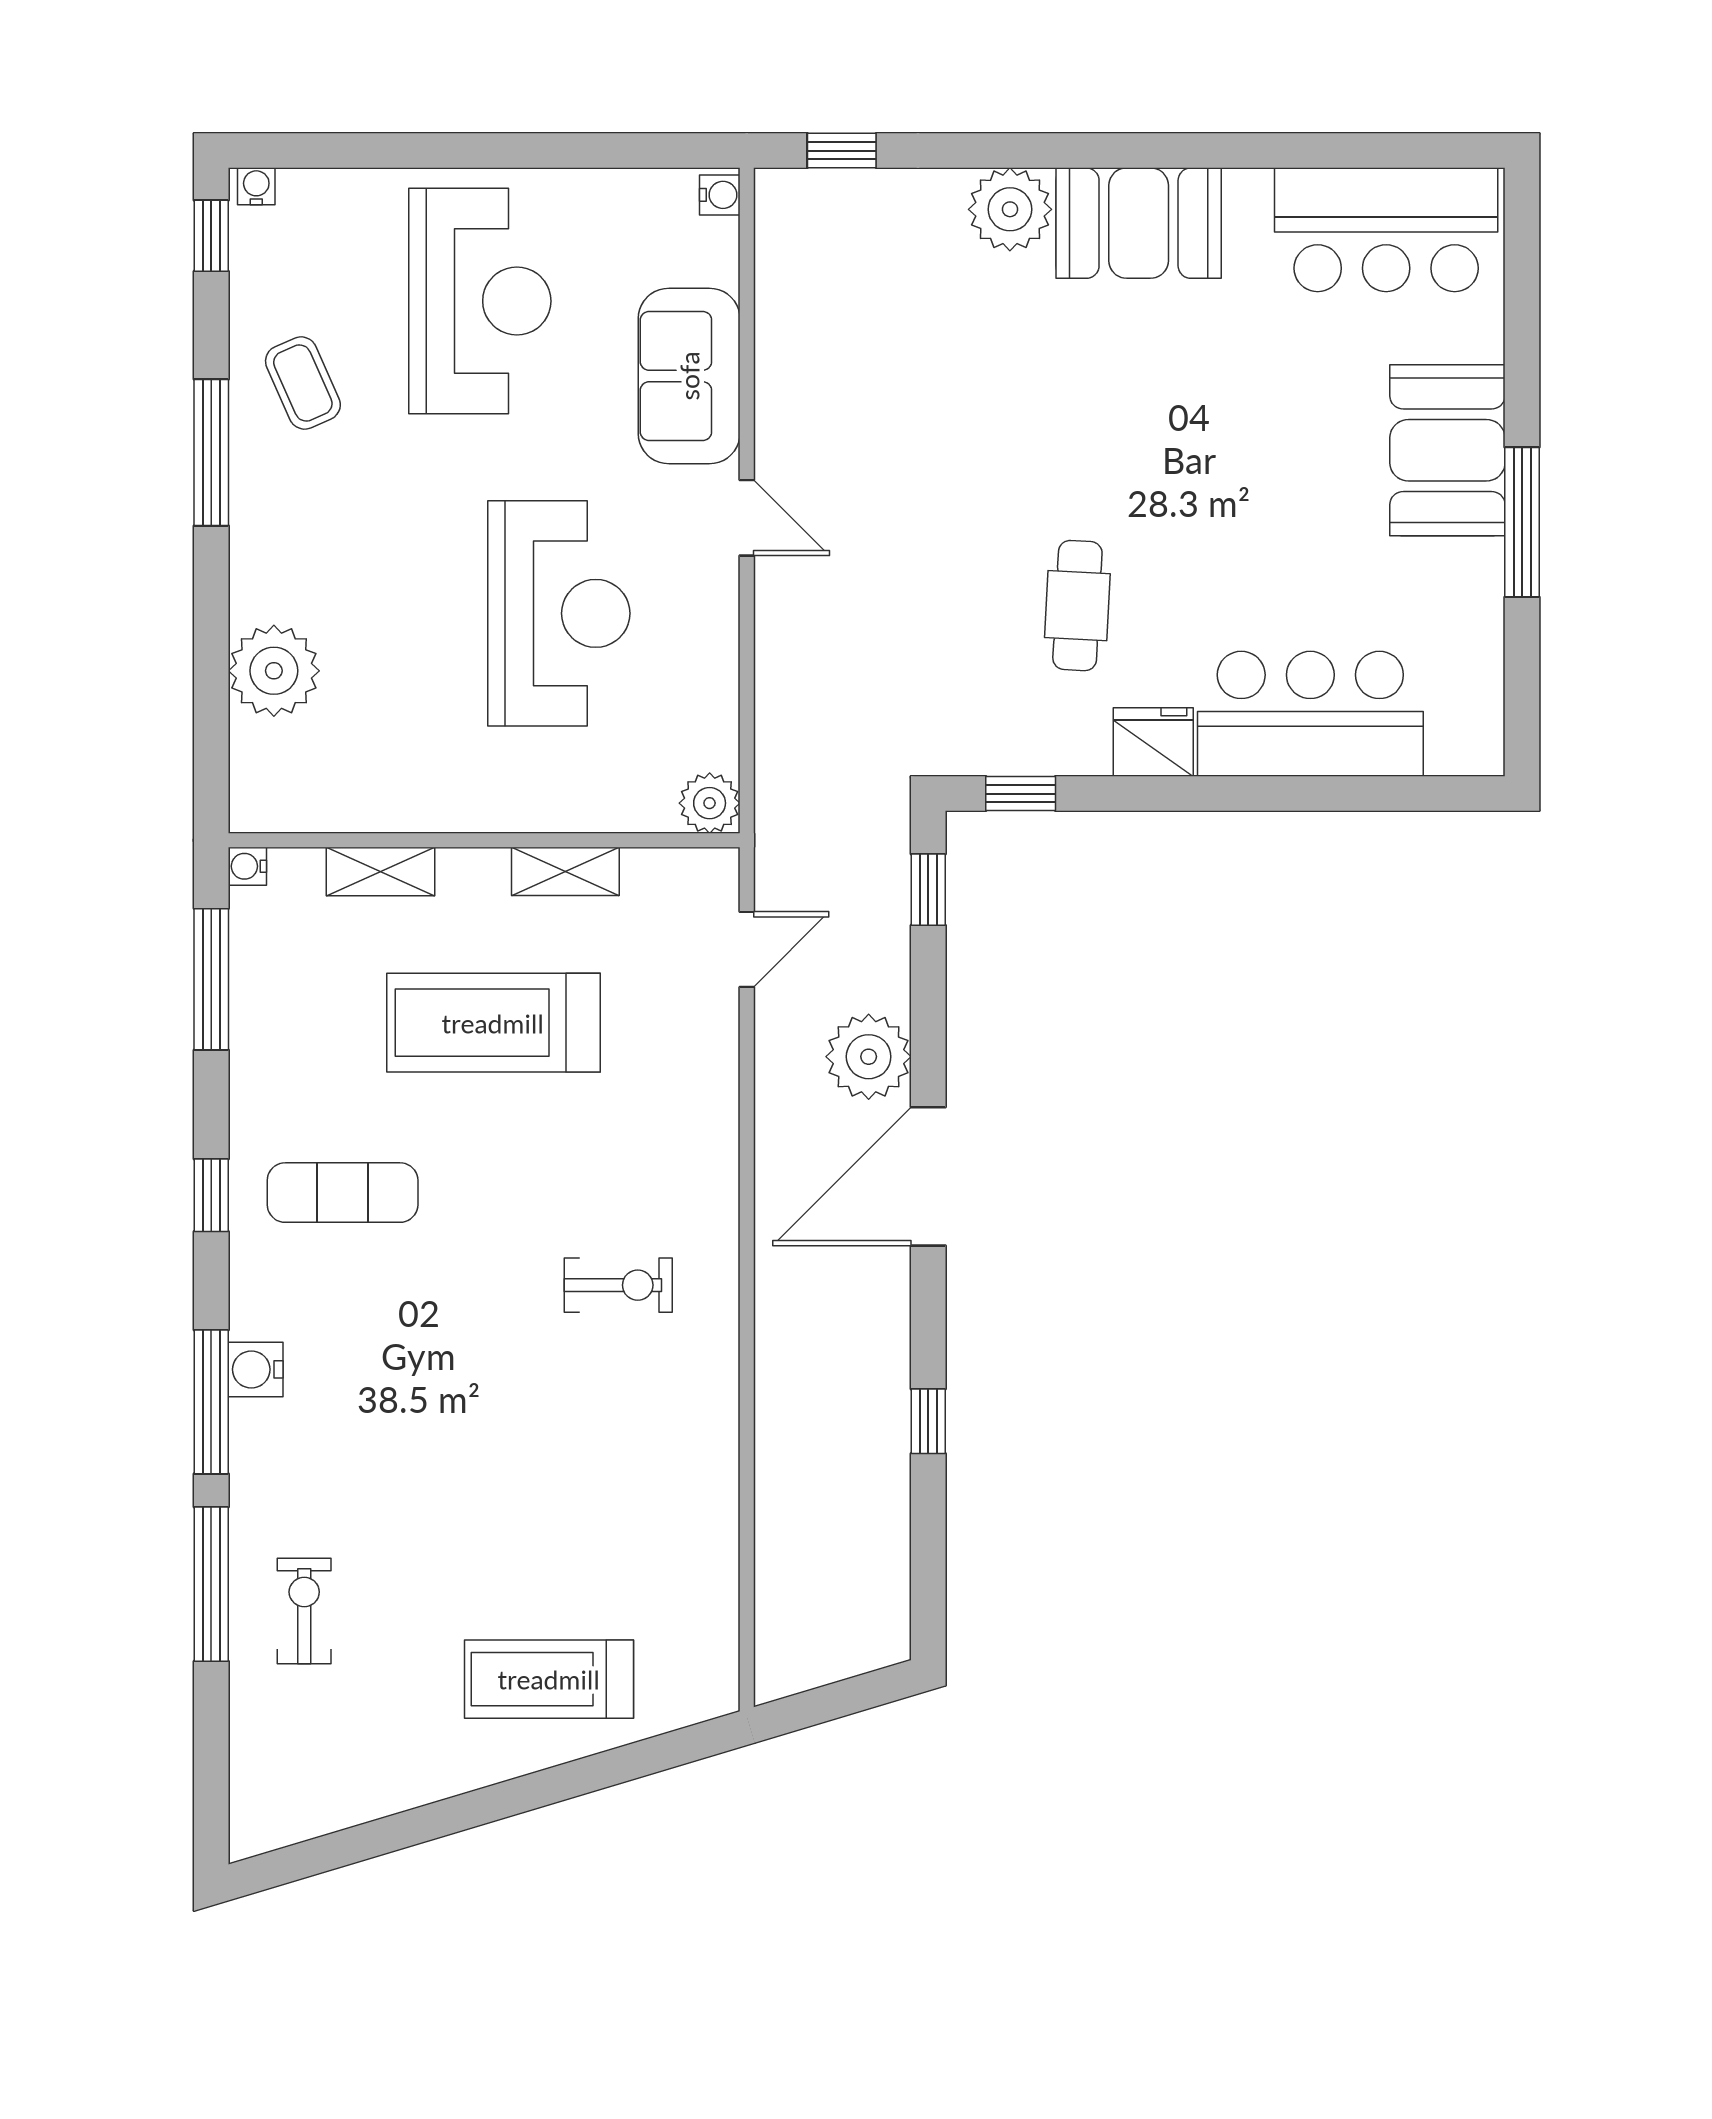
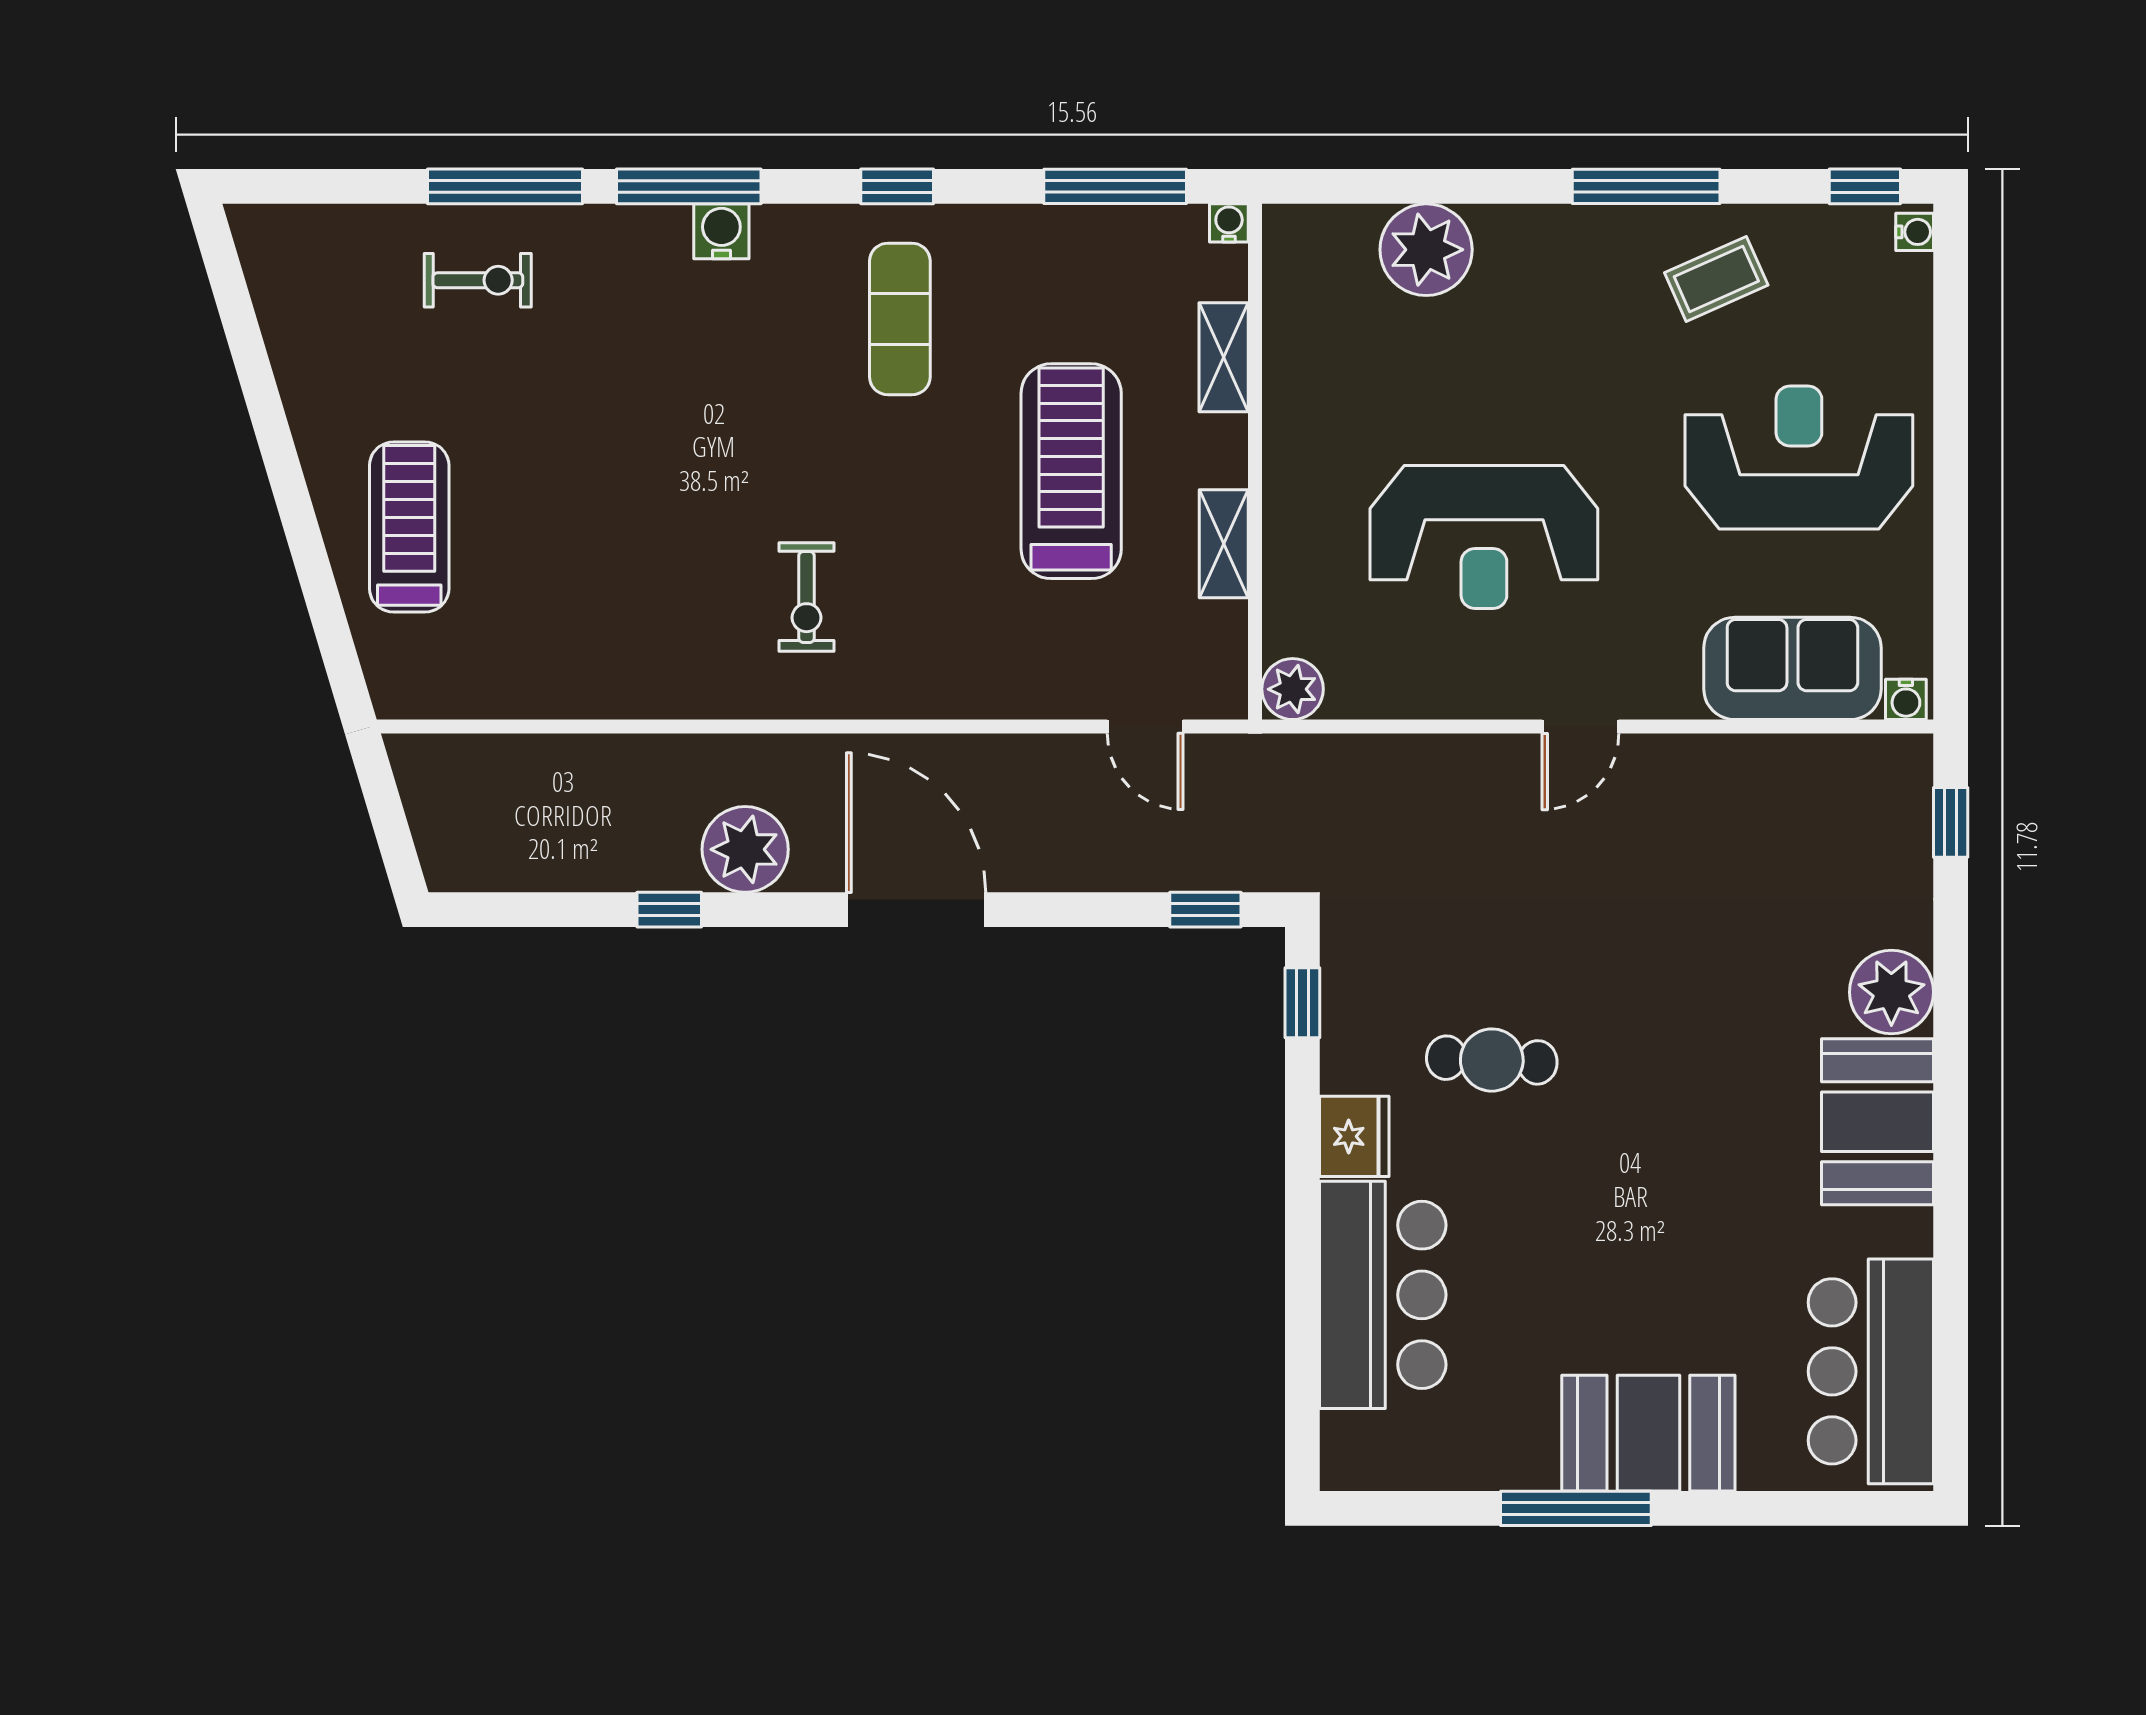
reception desk: (480, 301) -> (1799, 457), turned 180
sofa: (689, 376) -> (1792, 668), moved
plant: (869, 1057) -> (745, 849), moved

